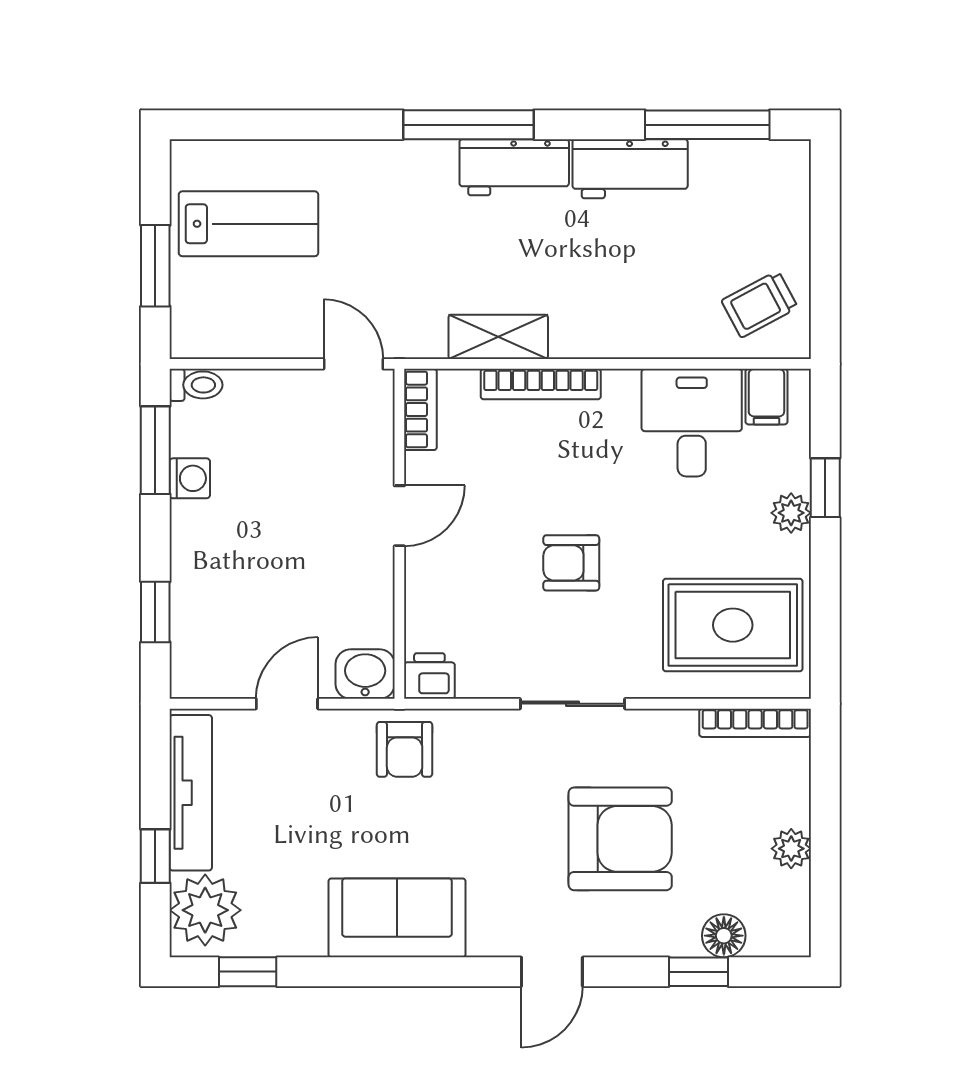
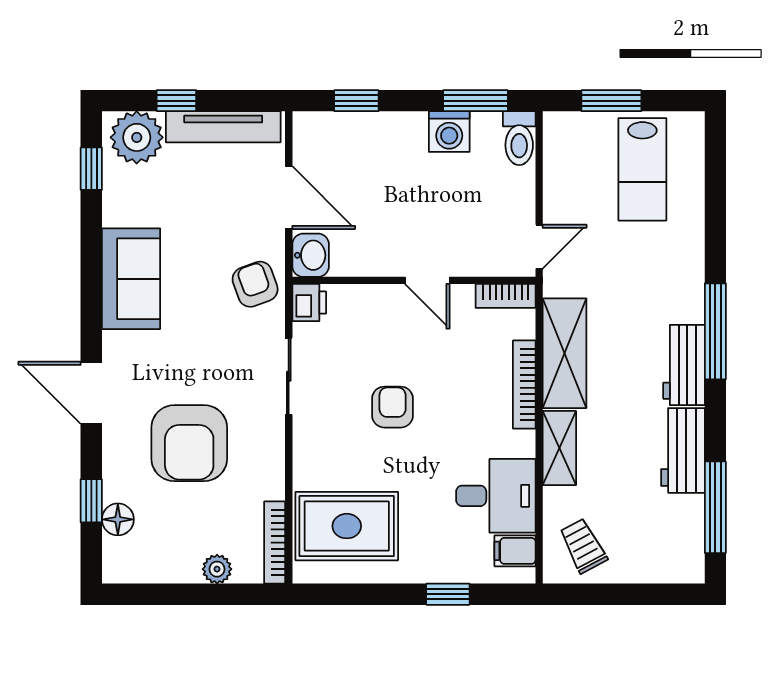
shelving: (627, 336) -> (559, 448), added
shelving: (498, 337) -> (565, 353), width x1.50, depth x1.33
toilet: (196, 385) -> (519, 138), width x1.37, depth x1.39
washing machine: (190, 478) -> (449, 132), width x1.38, depth x1.38
plant: (791, 513) -> (429, 569), removed
rug: (733, 625) -> (347, 526), turned 90
door: (287, 704) -> (289, 198), width x1.38
sliding door: (573, 704) -> (289, 376), moved
armchair: (405, 749) -> (255, 284), turned 70
plant: (791, 849) -> (217, 569), moved
door: (552, 972) -> (91, 393), width x1.38

